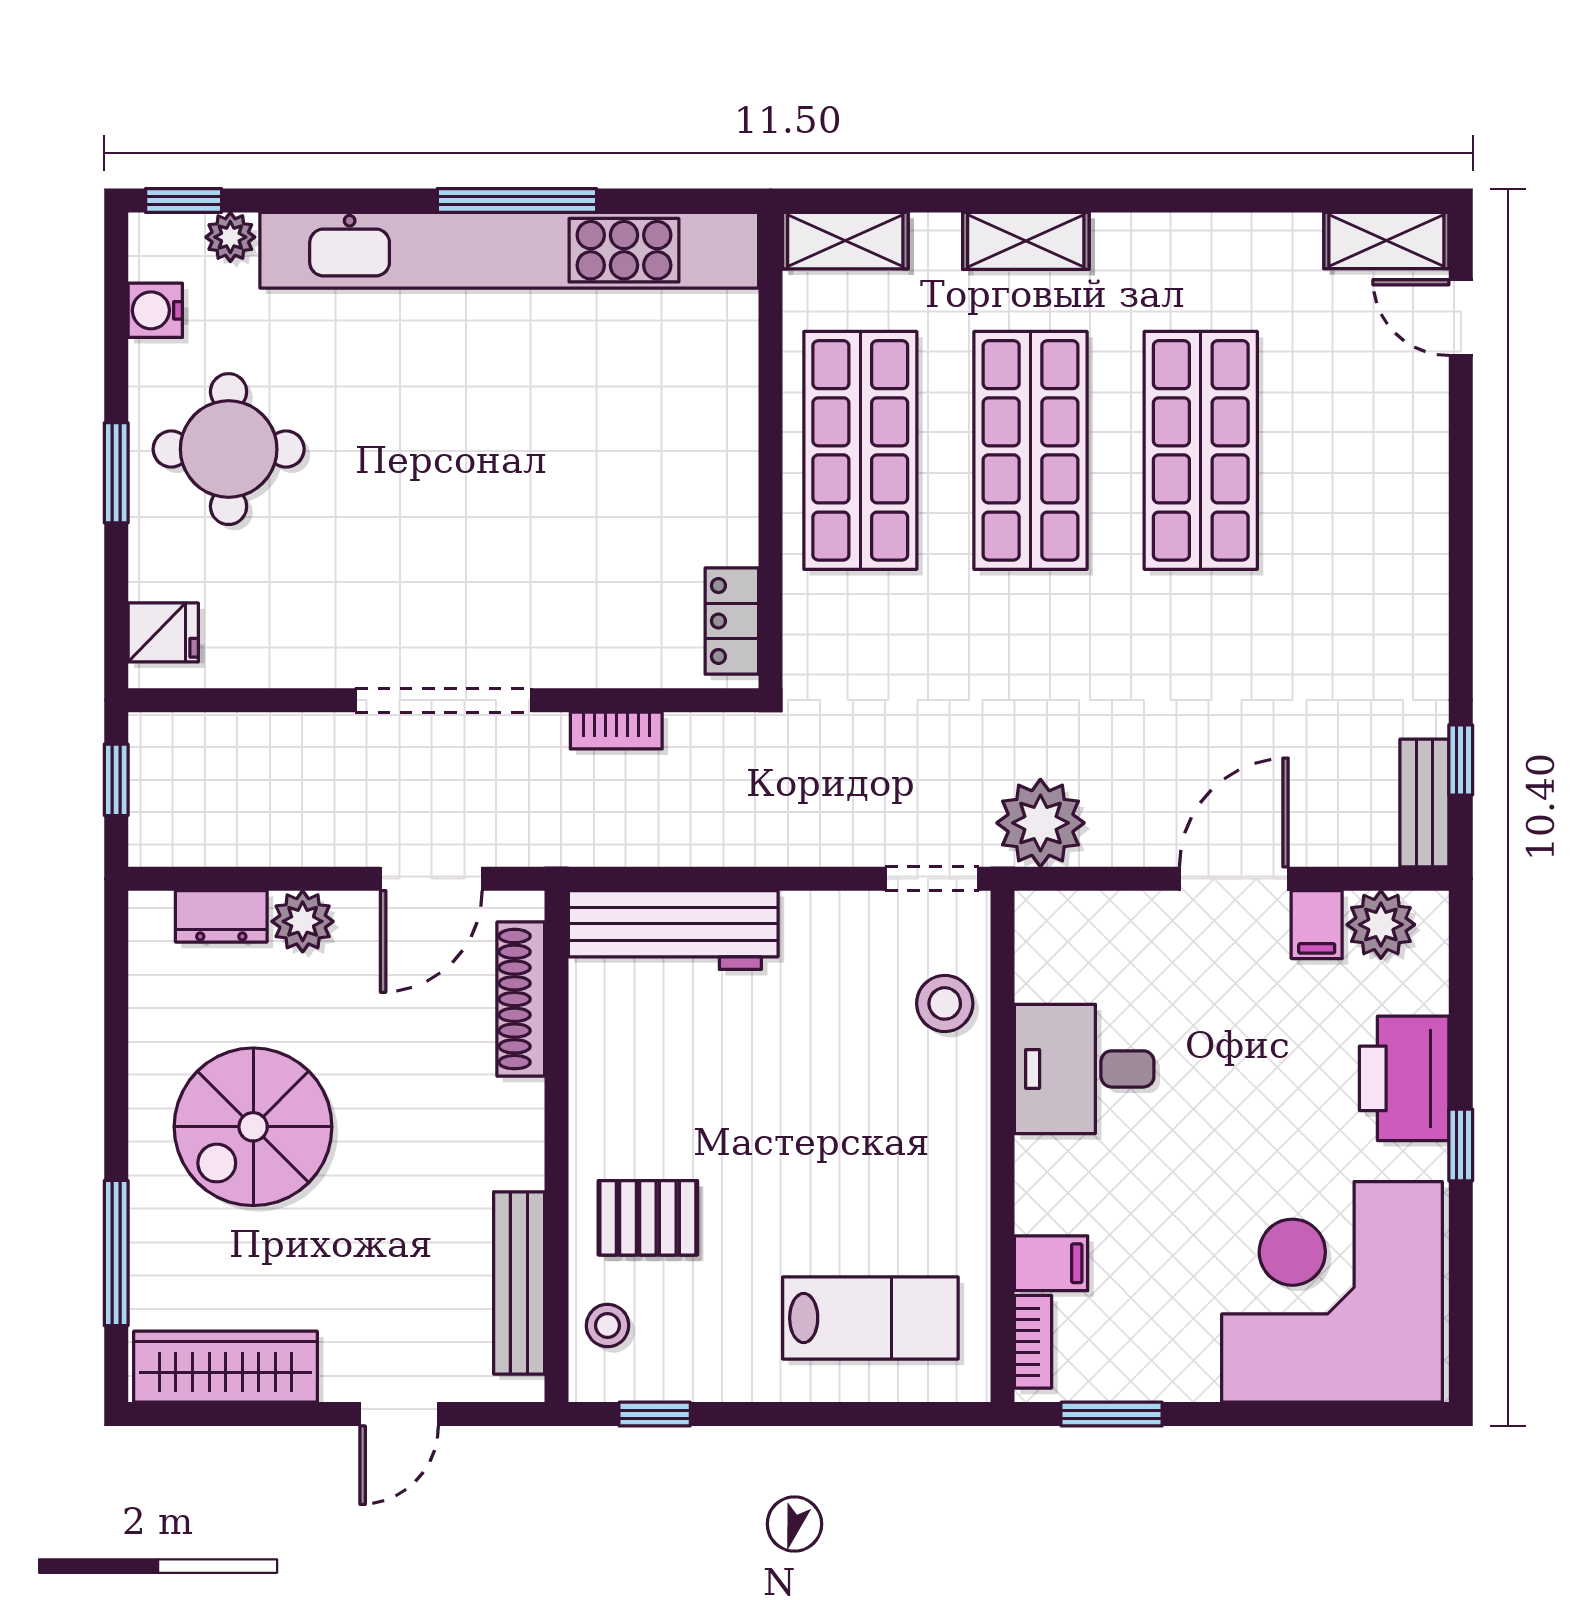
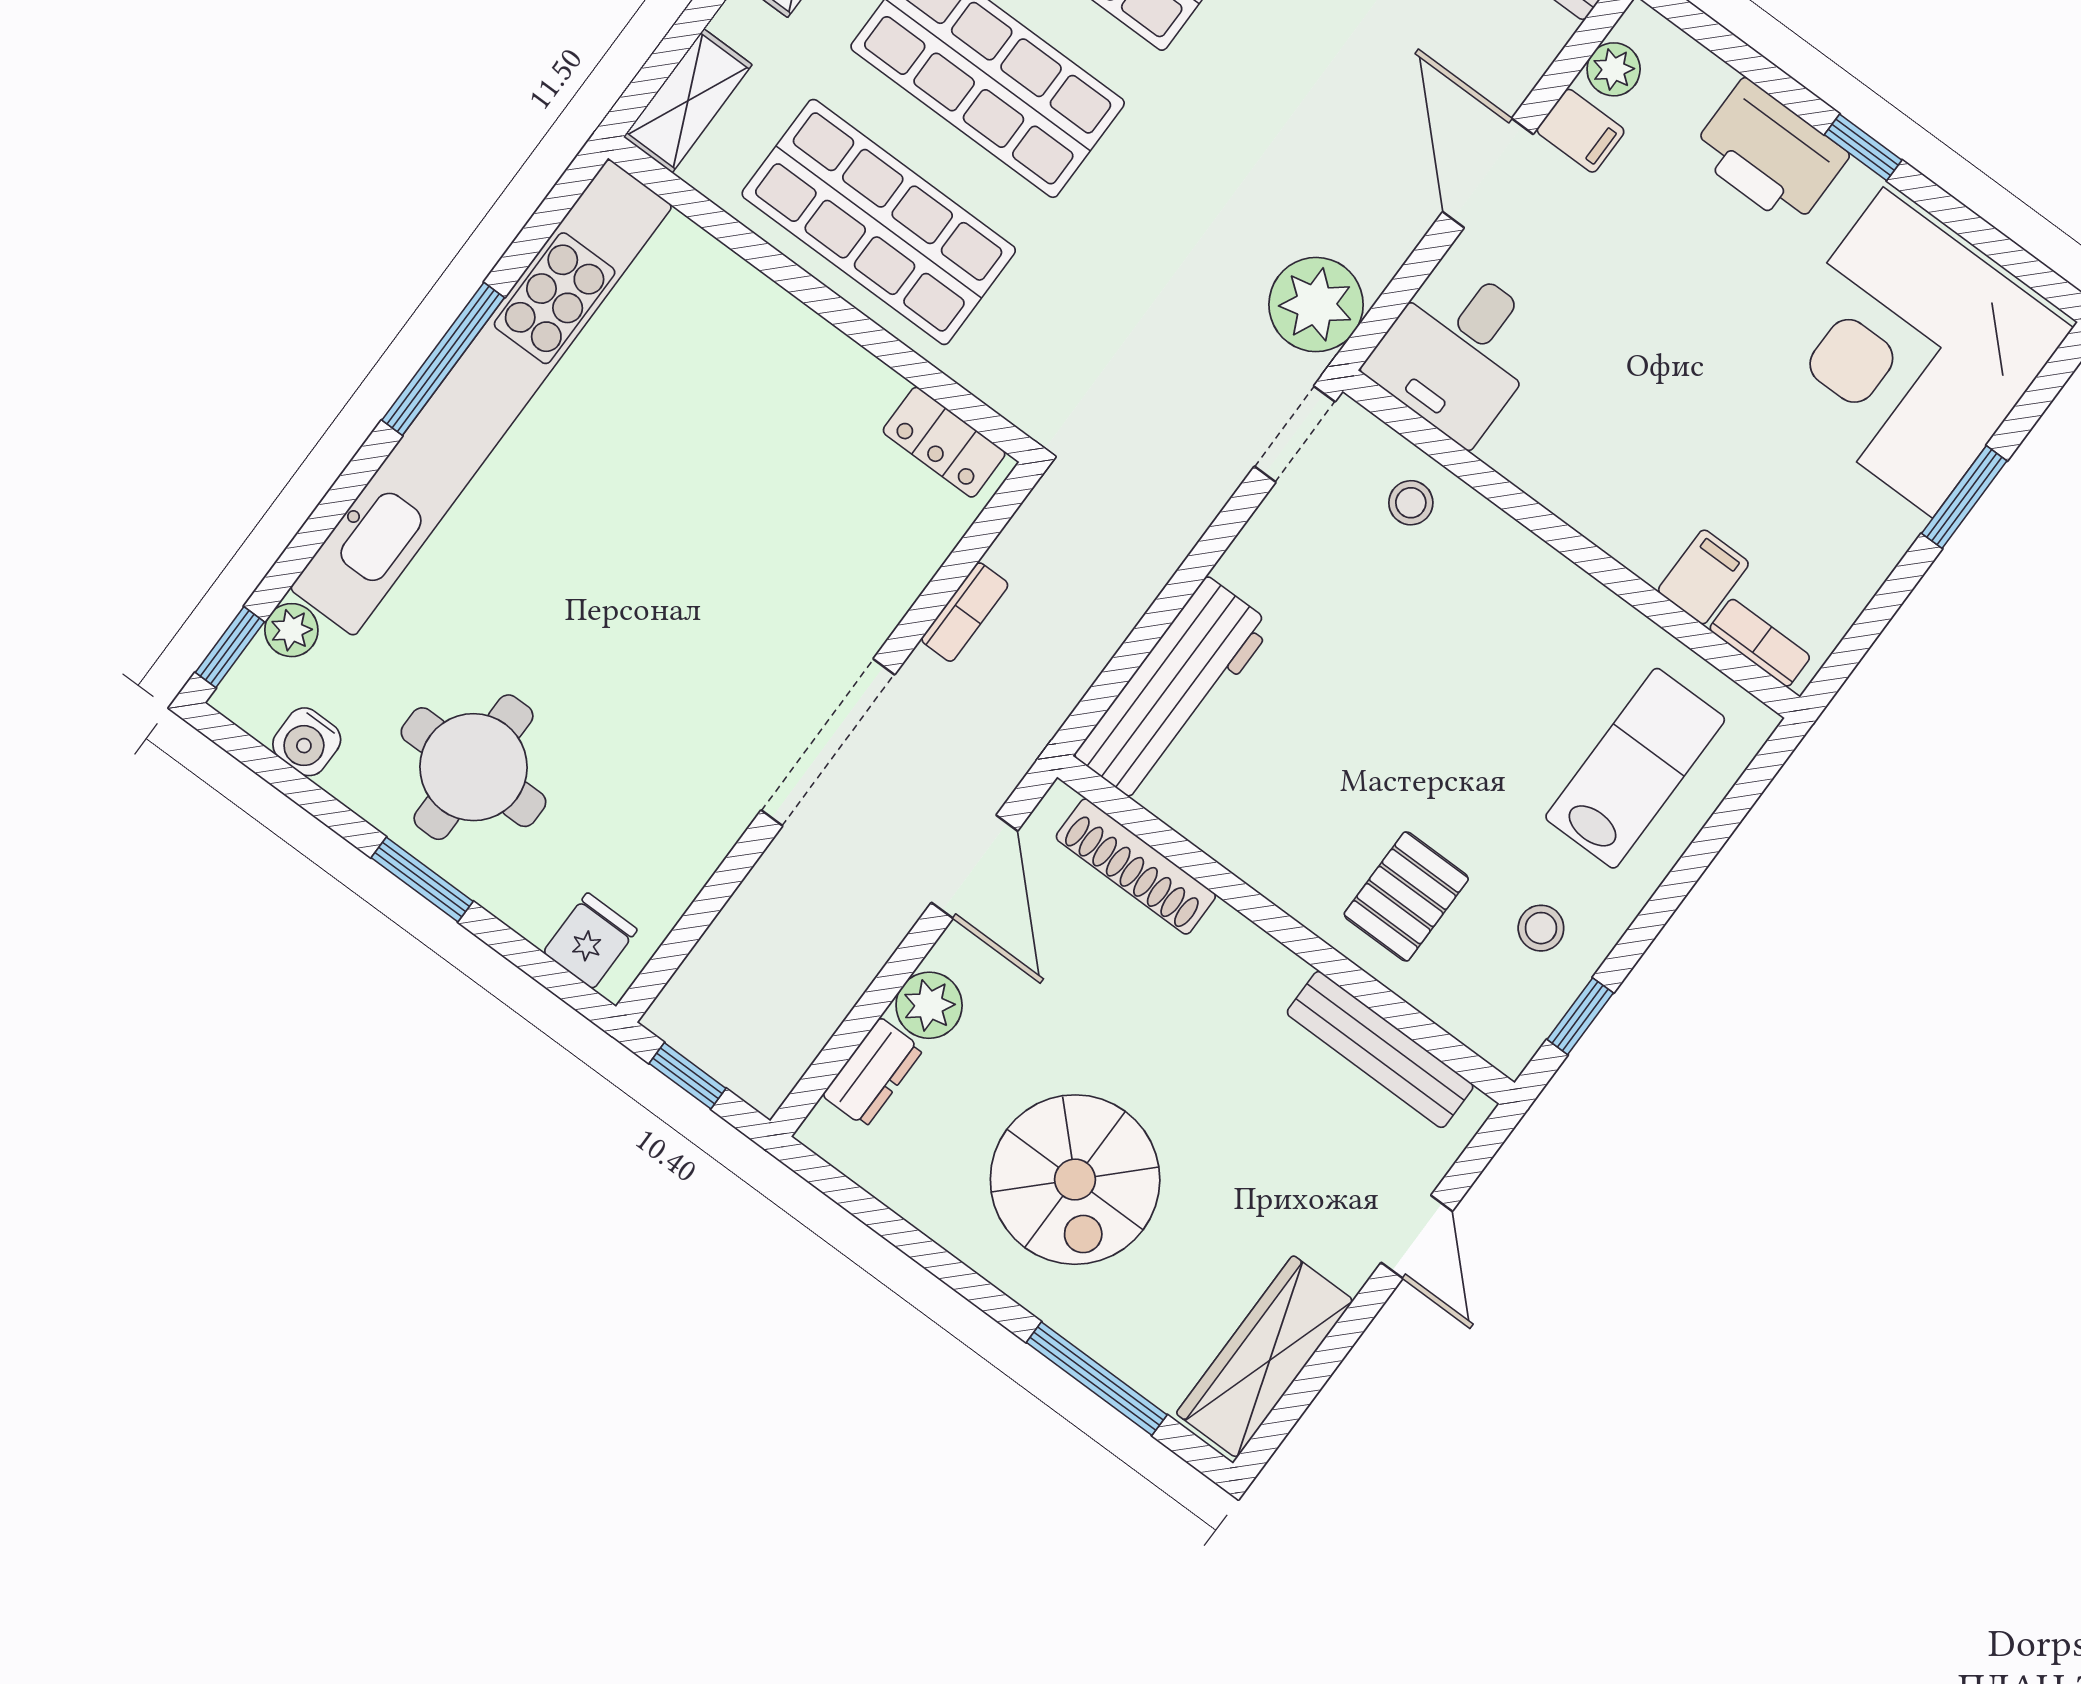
plant: (1381, 925) -> (1614, 69), width x0.73, depth x0.73
stool: (945, 1003) -> (1411, 503), width x0.73, depth x0.73
desk: (1084, 1069) -> (1458, 351), moved
stool: (608, 1325) -> (1541, 928), moved
window: (1112, 1414) -> (1964, 497), moved

